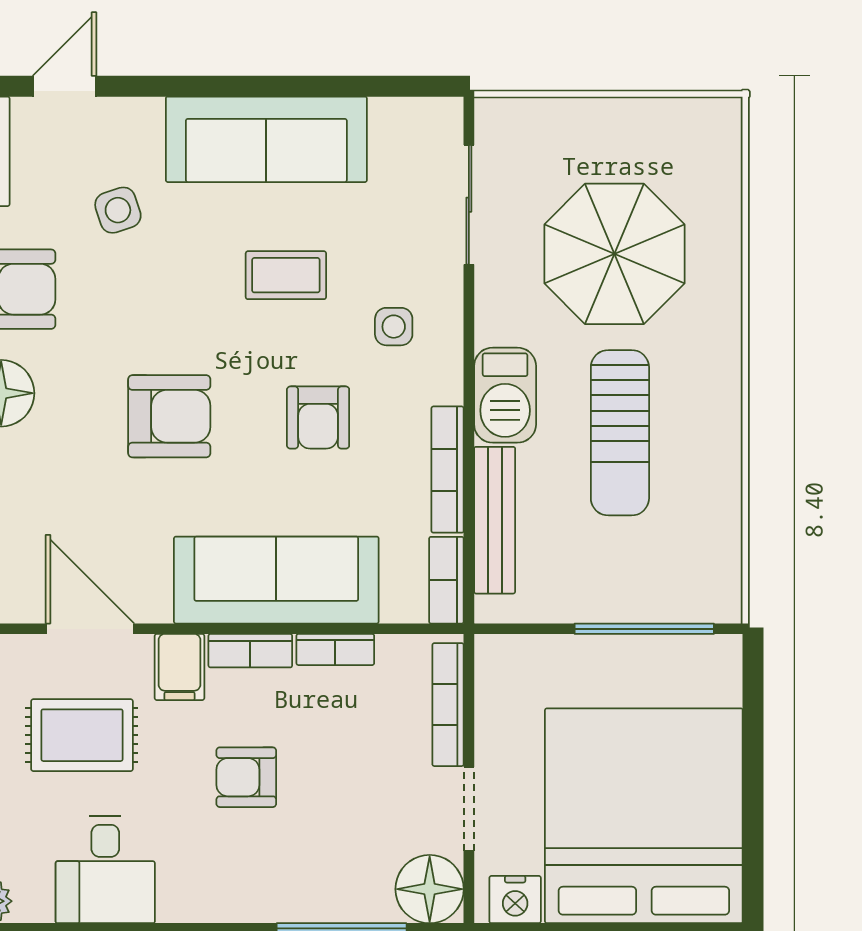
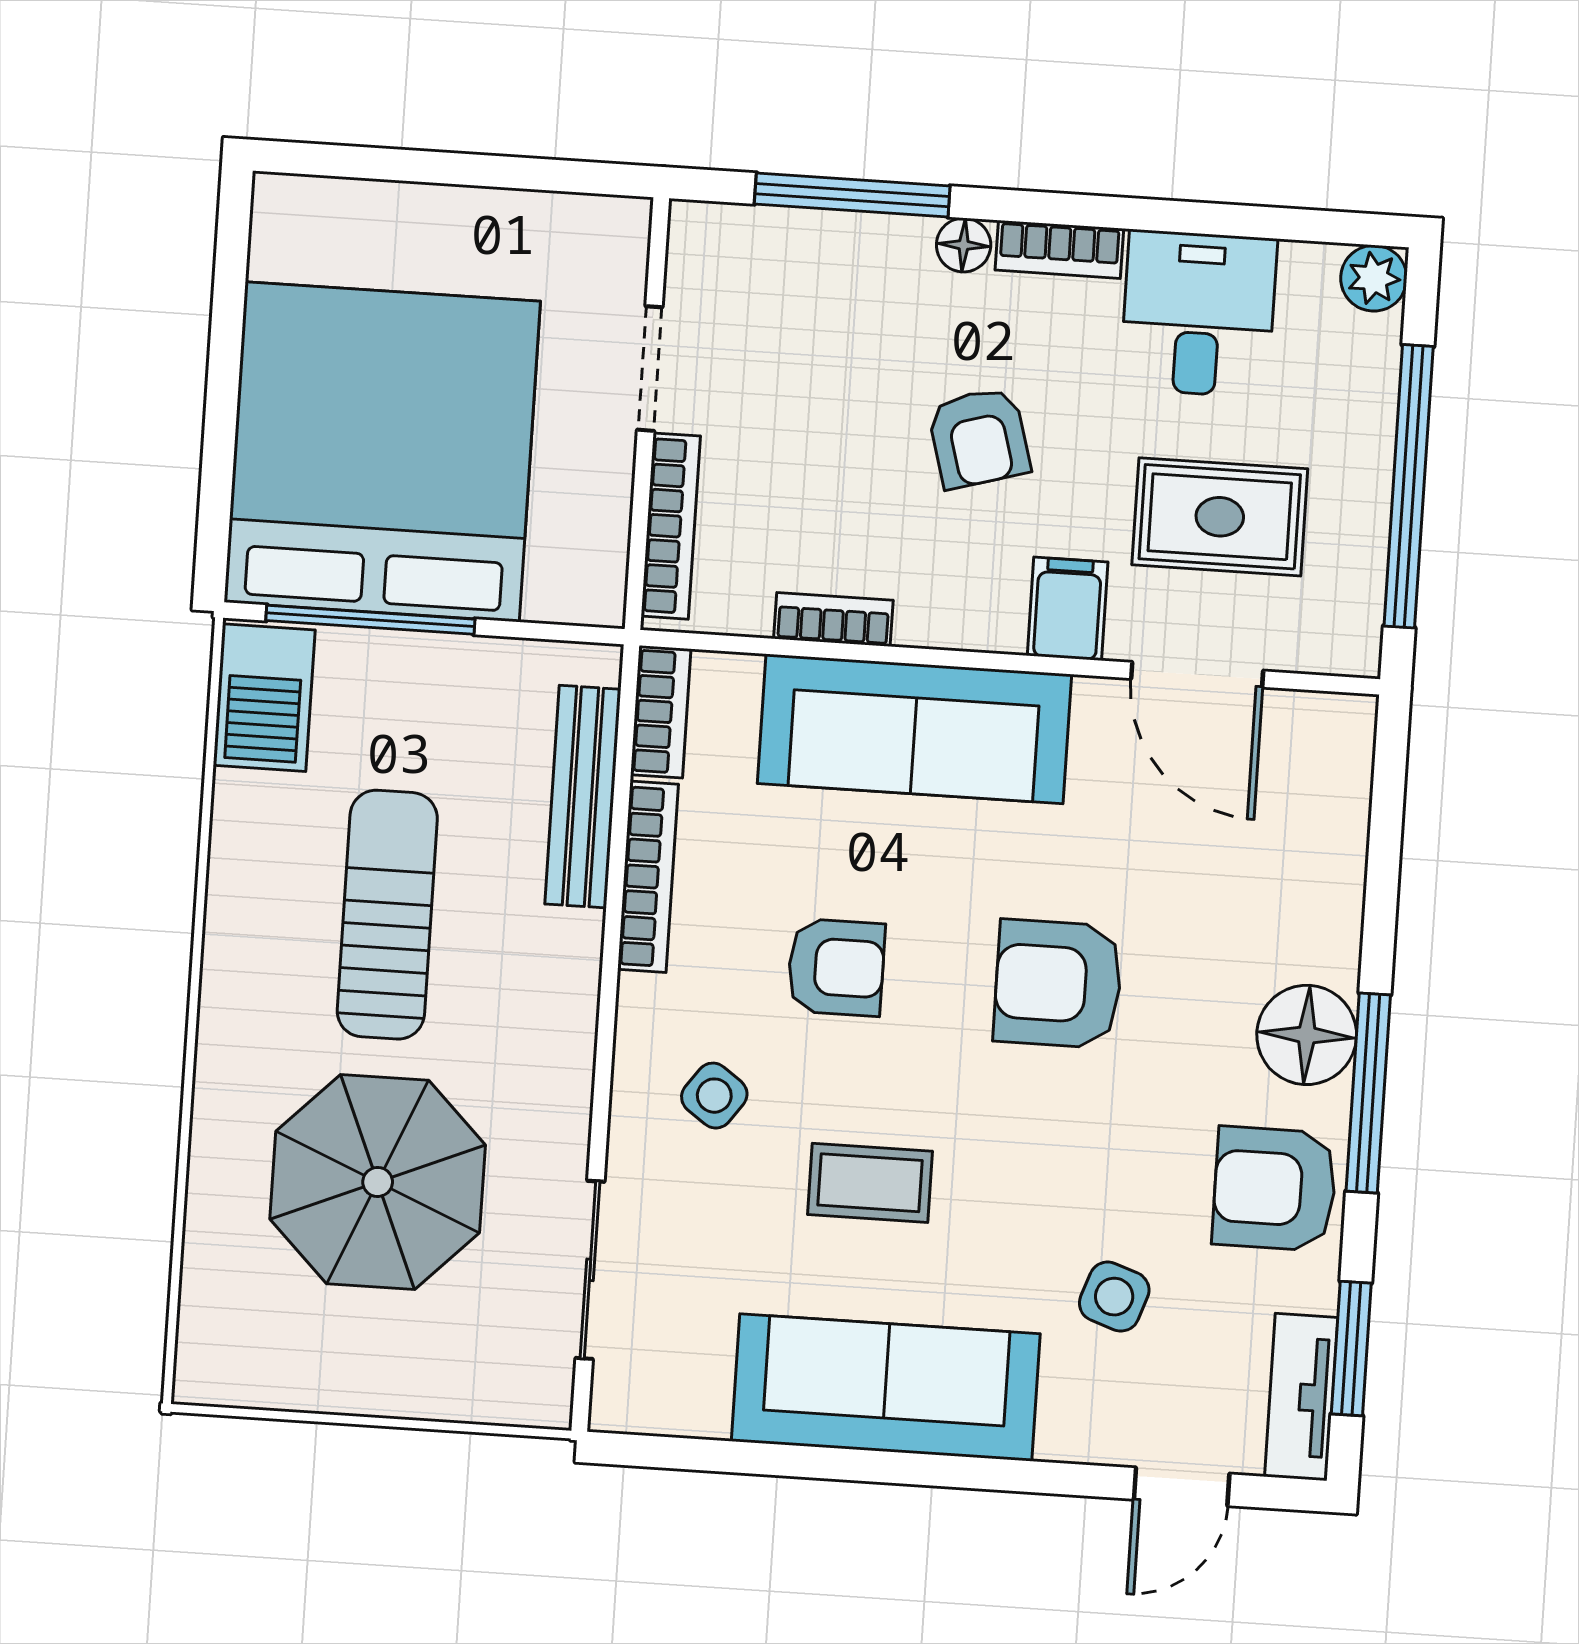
side table: (118, 210) -> (1114, 1297), turned 37
side table: (394, 327) -> (714, 1096), turned 36
barbecue: (505, 395) -> (264, 698), moved, turned 180
armchair: (318, 418) -> (836, 967), turned 90
bookcase: (250, 651) -> (1059, 249), moved, turned 180
armchair: (246, 777) -> (979, 438), turned 74
bed: (644, 816) -> (382, 452), moved, turned 180
floor lamp: (430, 889) -> (964, 245), moved, width x0.53, depth x0.53
nightstand: (515, 900) -> (590, 229), removed

